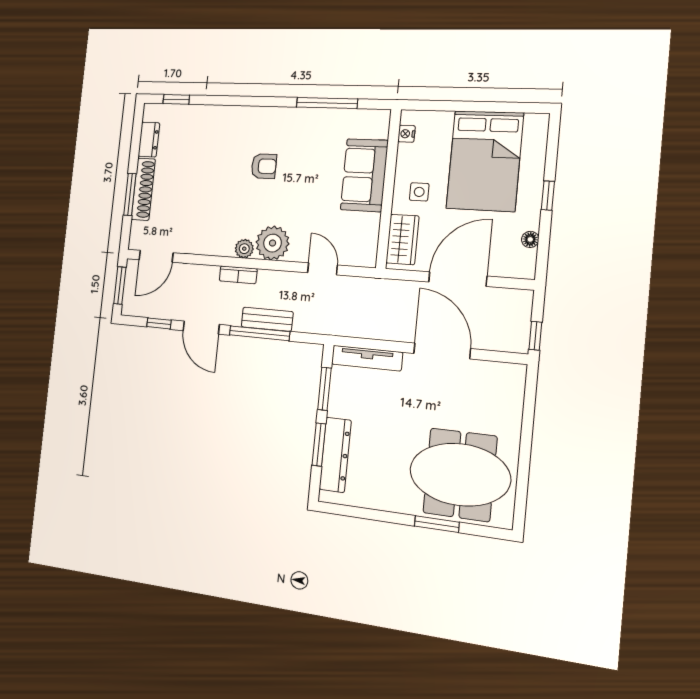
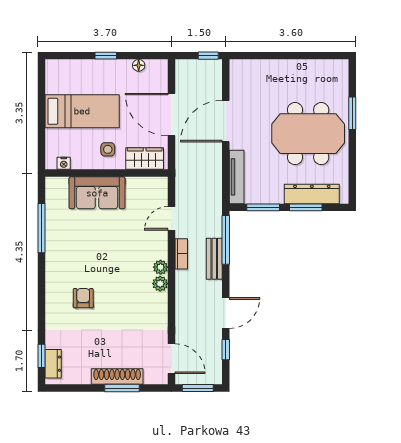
dresser: (149, 140) -> (53, 364), moved, turned 90
bed: (485, 161) -> (82, 111), width x0.67
armchair: (264, 166) -> (83, 298), moved
plant: (273, 243) -> (161, 267), width x0.53, depth x0.53
bookcase: (238, 275) -> (181, 254), moved
window: (260, 333) -> (226, 240), moved
meeting table: (460, 475) -> (308, 134), moved, turned 90

